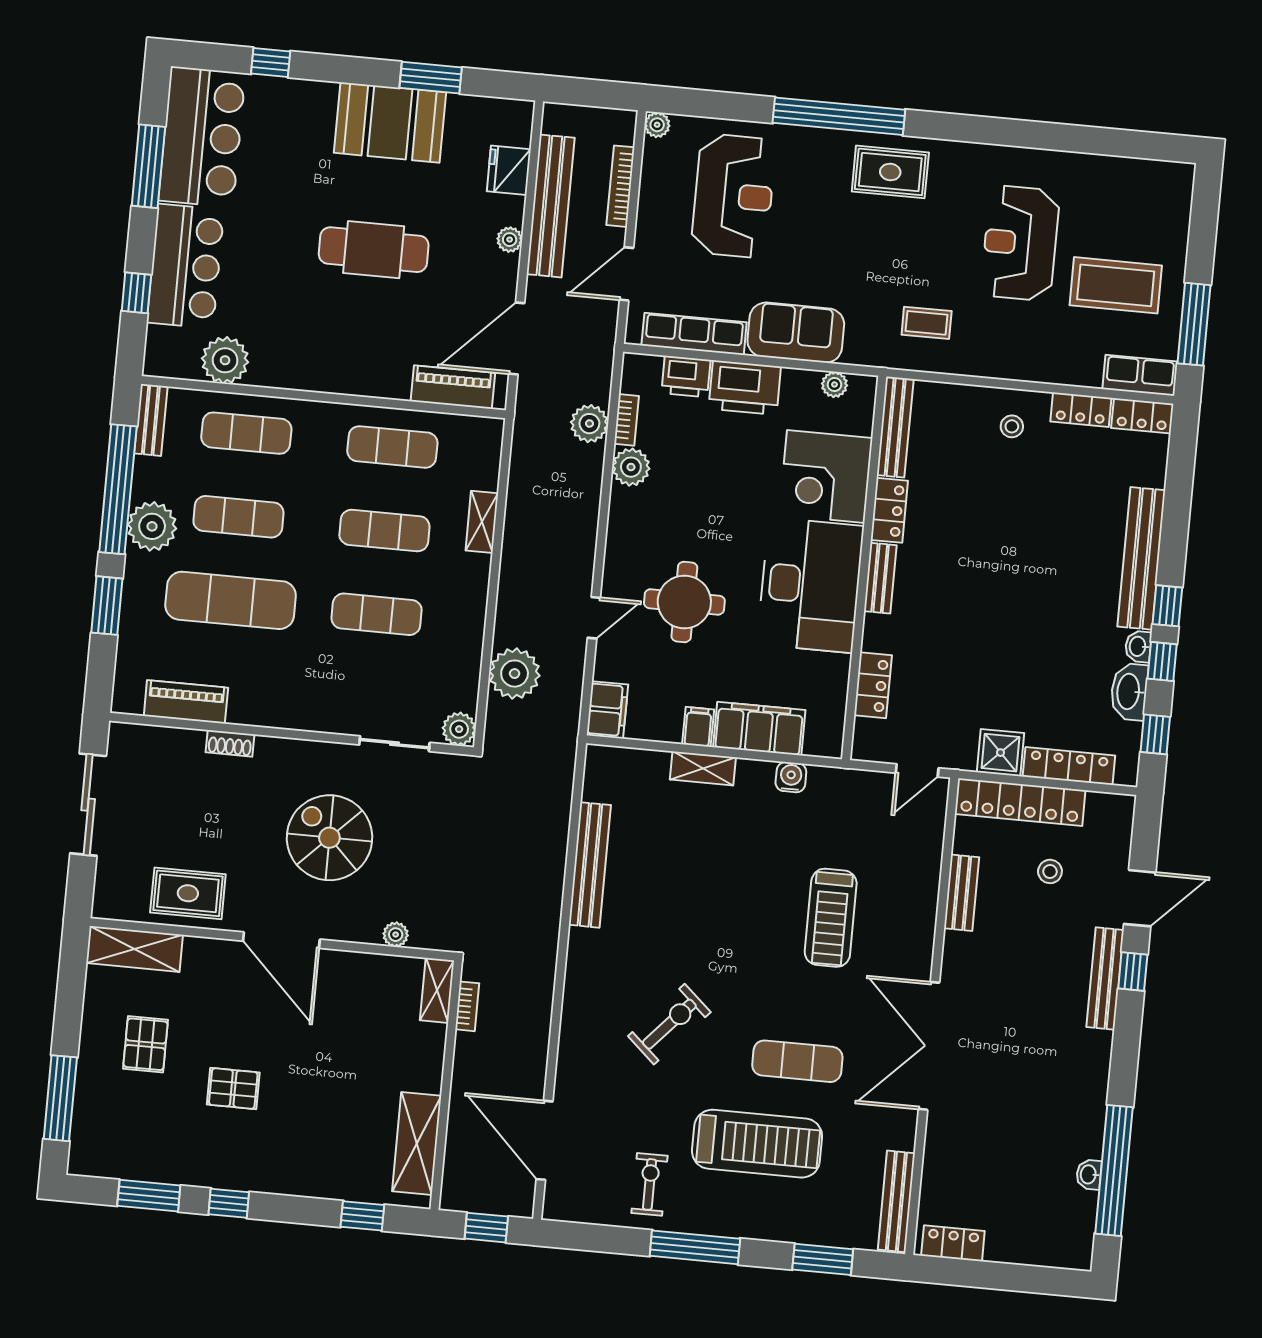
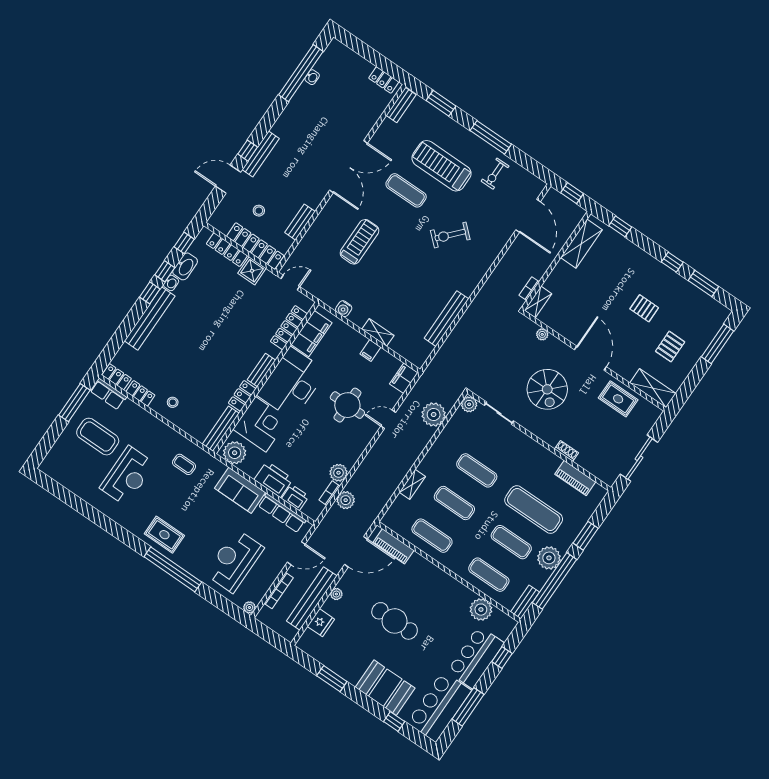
booth: (390, 122) -> (385, 688), moved
plant: (834, 384) -> (235, 453), width x1.88, depth x1.88
locker: (873, 685) -> (289, 328), width x1.53
filing cabinet: (759, 729) -> (312, 334), moved, turned -90
bench: (896, 1201) -> (401, 105), width x0.73

